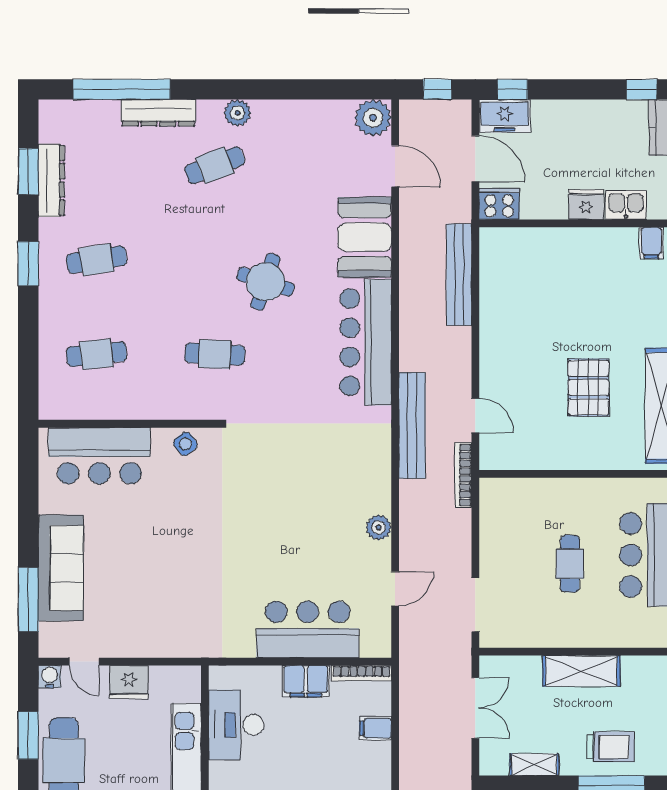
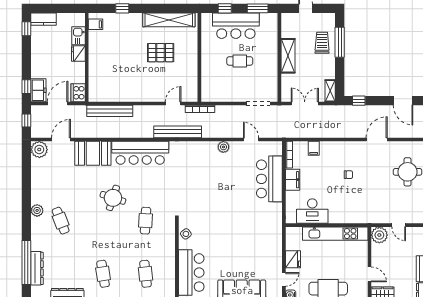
dresser: (158, 113) -> (37, 268), moved
shelving: (534, 765) -> (330, 91), moved

